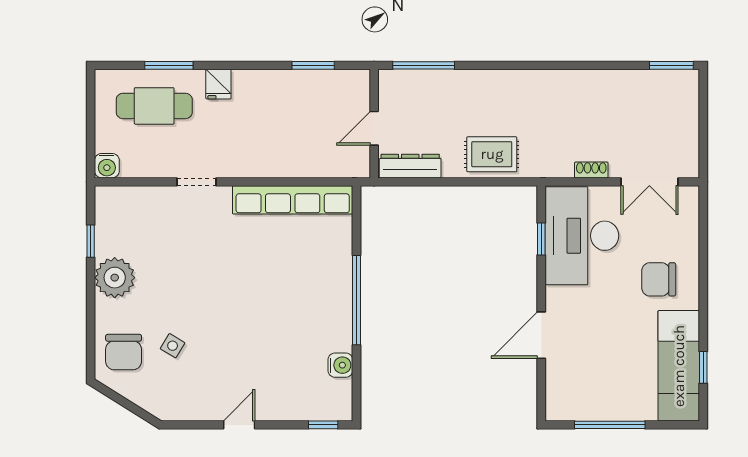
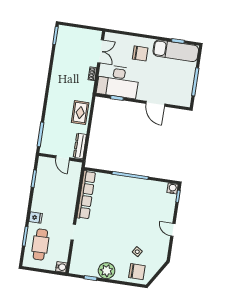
chair: (659, 279) -> (140, 53), turned -90
water cooler: (340, 365) -> (173, 188), moved

